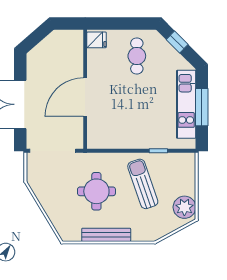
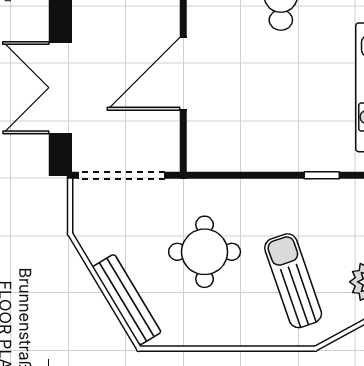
sun lounger: (143, 184) -> (293, 281), moved
bench: (106, 235) -> (127, 300), moved, turned 59

